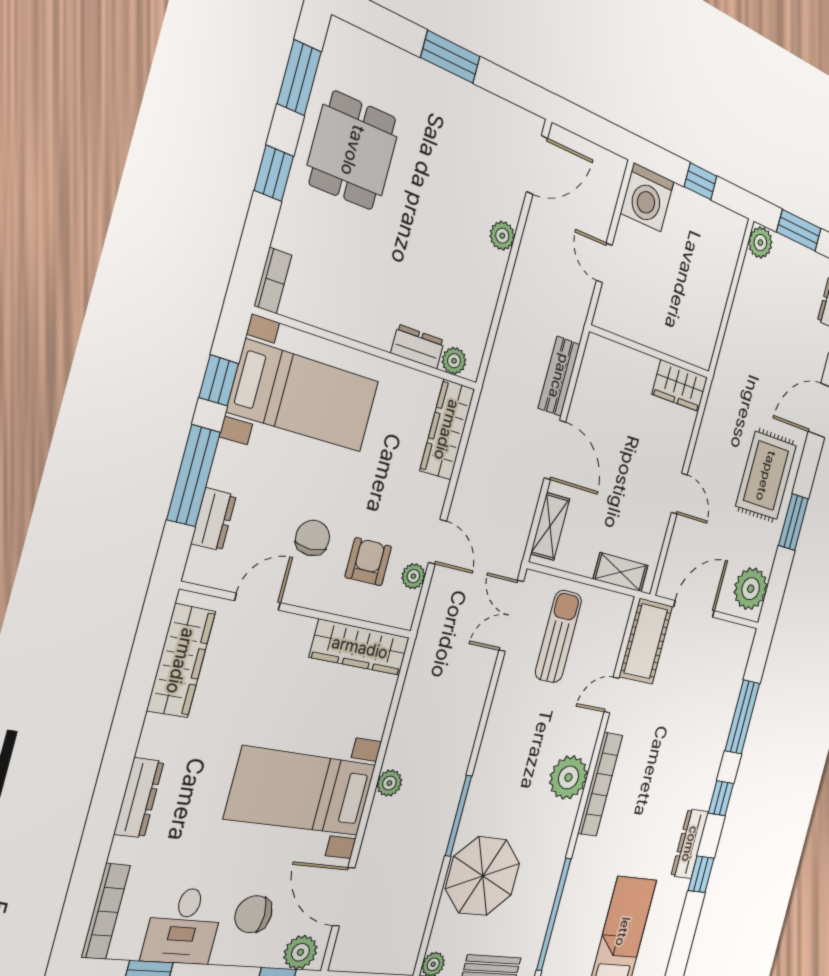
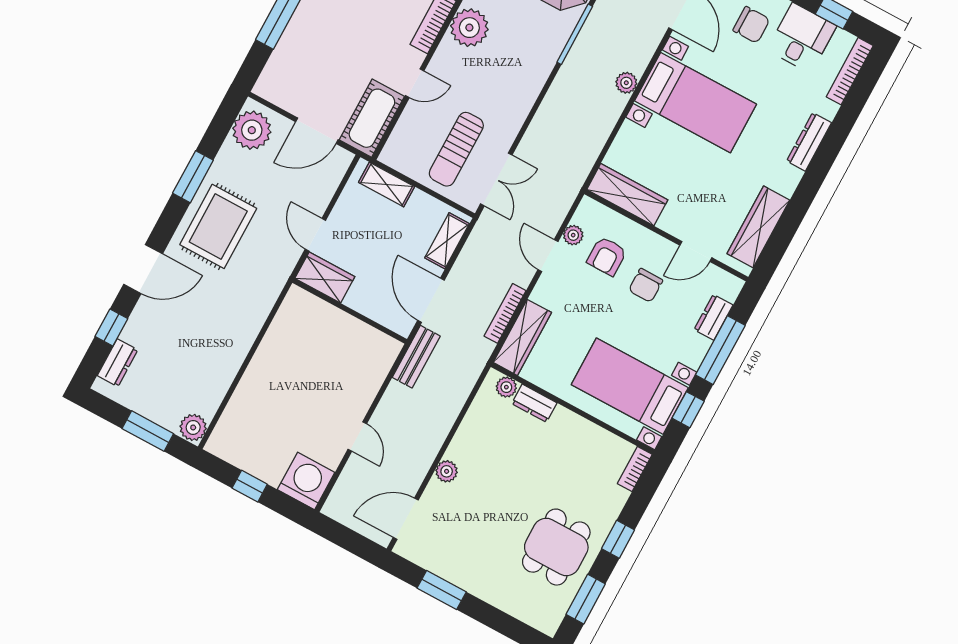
window: (451, 57) -> (442, 590), moved
wall: (651, 352) -> (350, 311), moved
wardrobe: (680, 386) -> (325, 277), moved
bookcase: (472, 455) -> (505, 313), added

